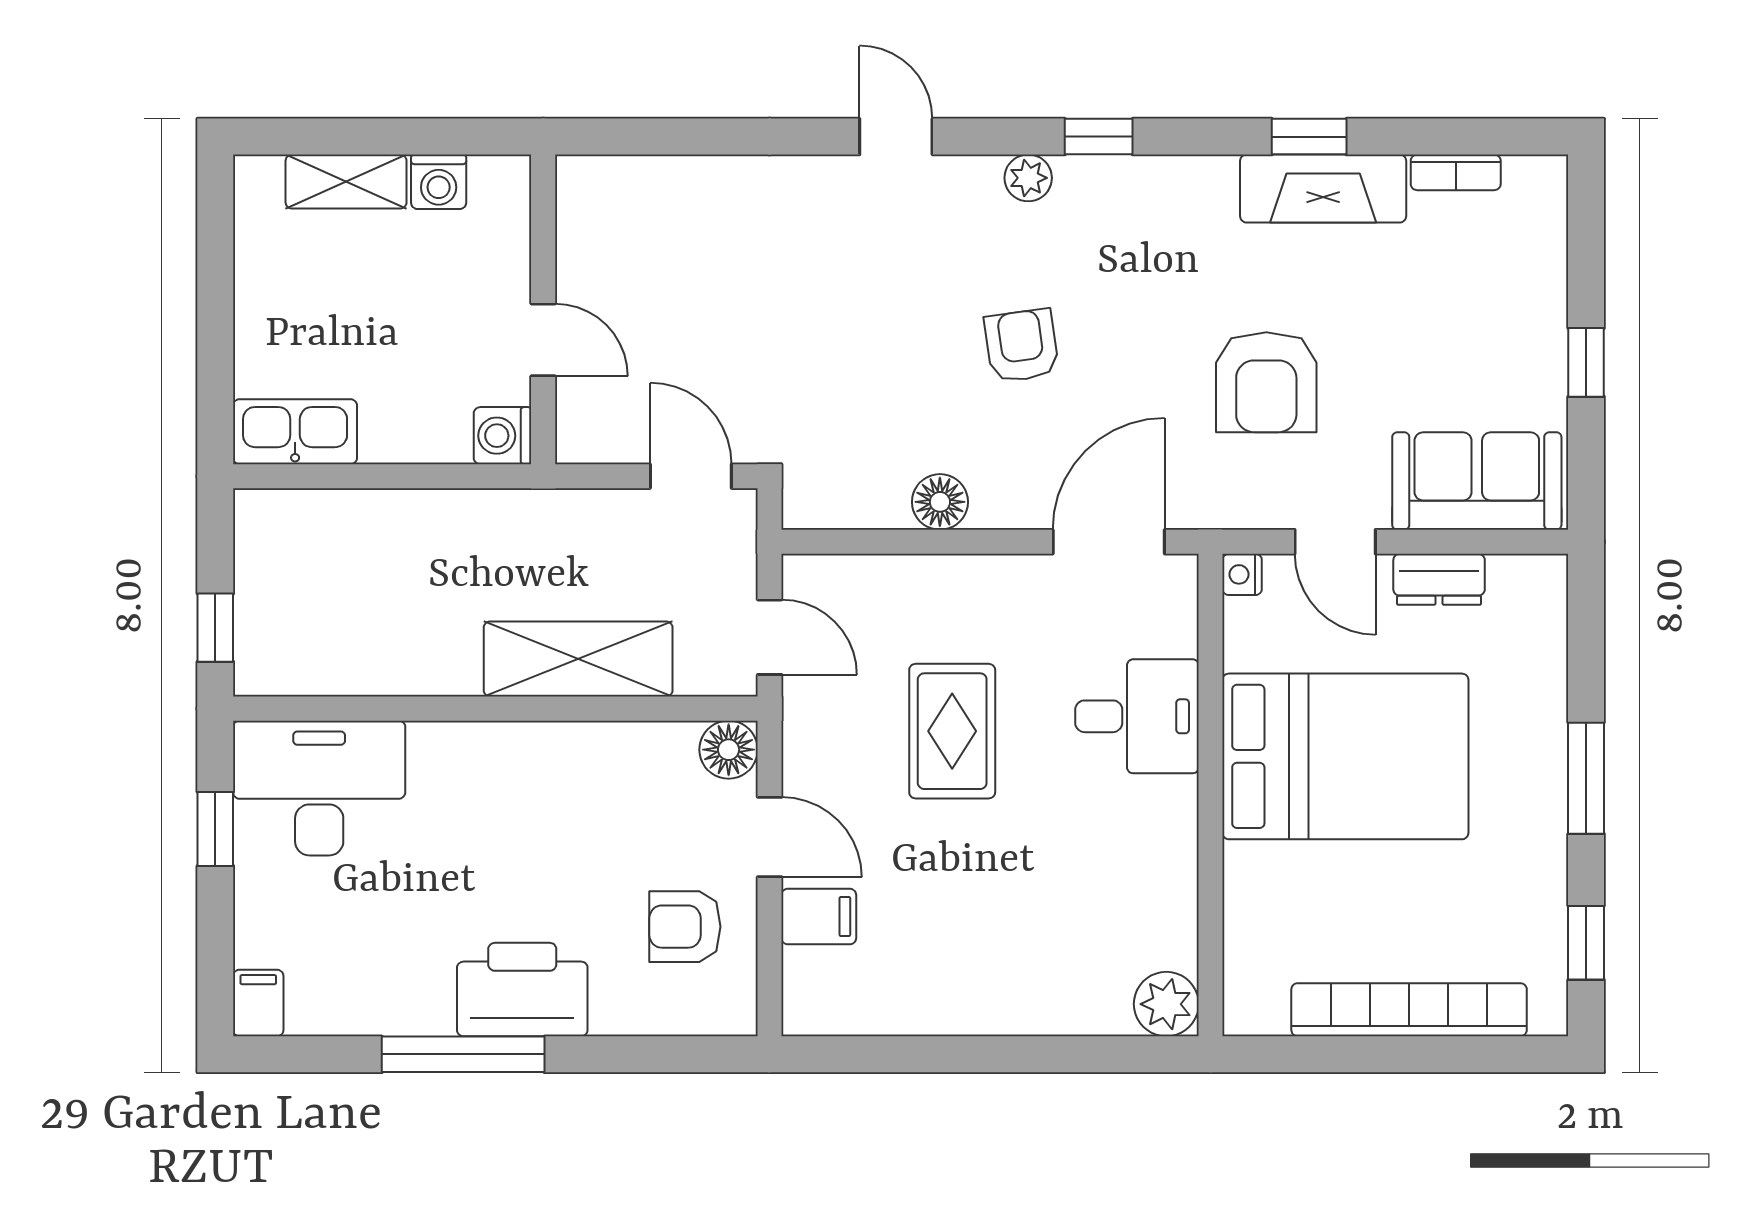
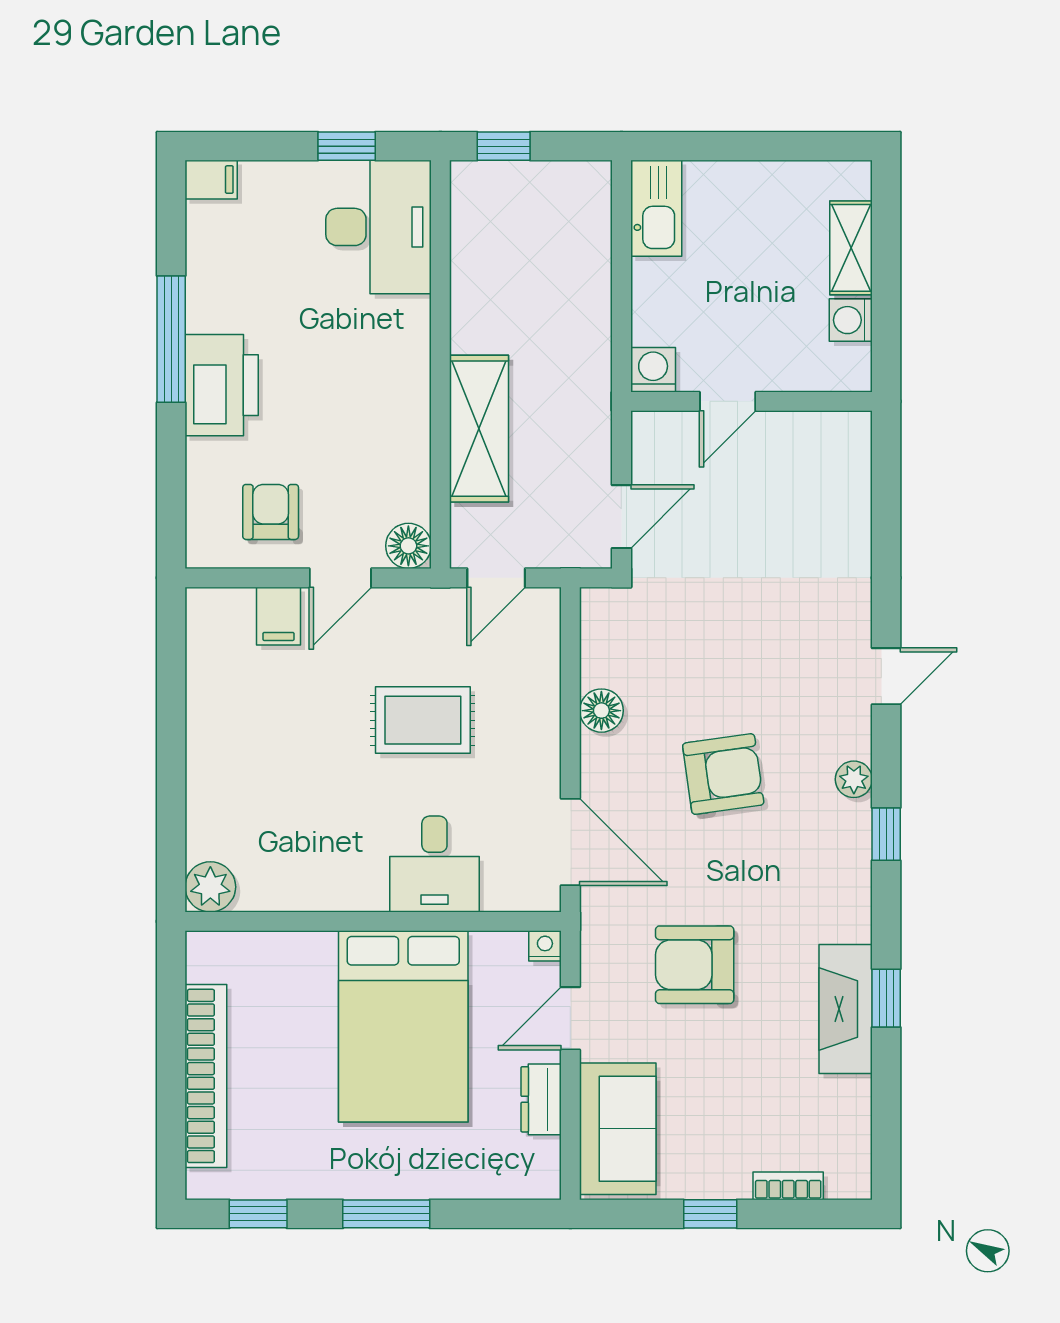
bookcase: (1456, 172) -> (788, 1186), moved, turned 90
armchair: (1022, 346) -> (723, 774), width x1.38, depth x1.38

